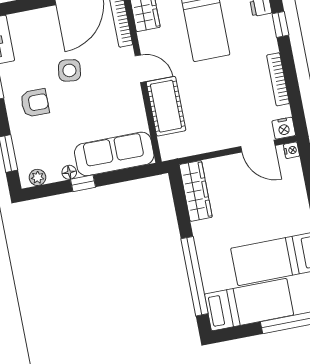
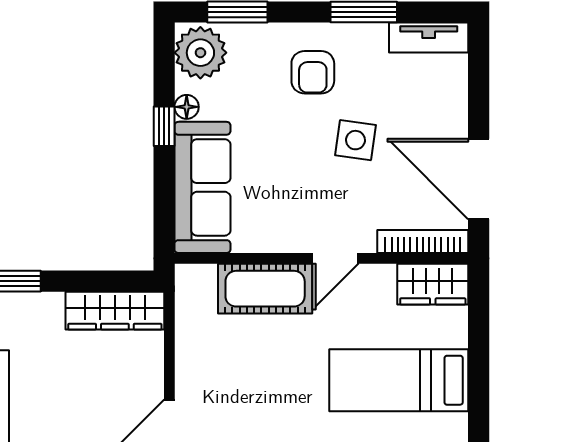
plant: (37, 177) -> (200, 53), width x1.87, depth x1.87

